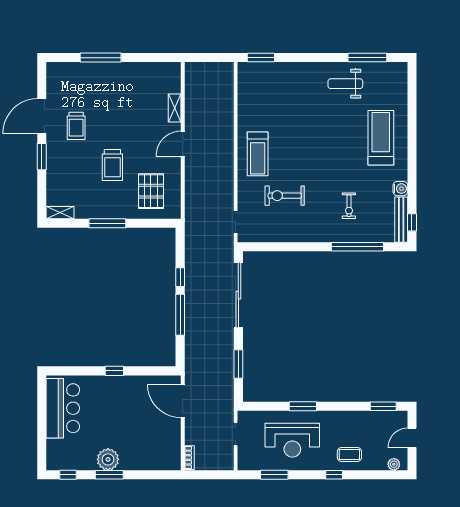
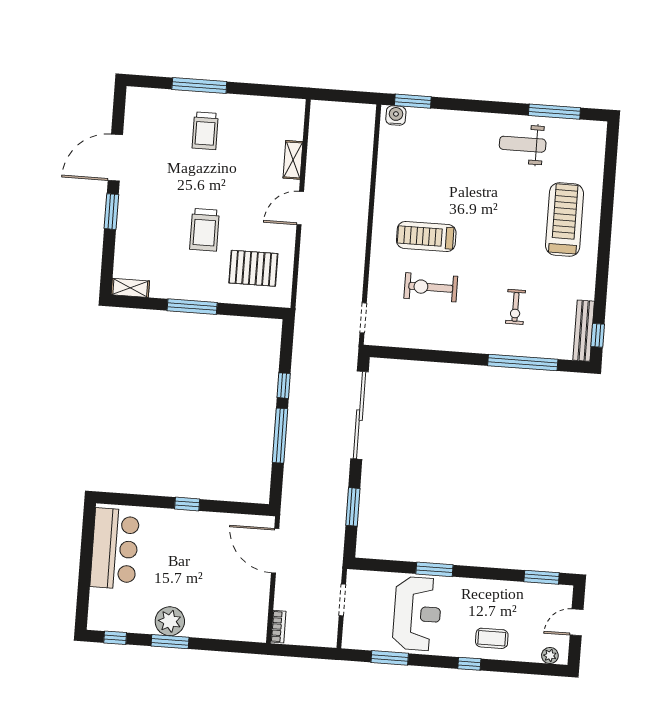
trolley: (76, 126) -> (205, 131), moved
treadmill: (258, 154) -> (426, 236), moved, turned 90
water cooler: (400, 189) -> (396, 115), moved, turned -90
pallet: (151, 191) -> (253, 268), turned 90
reception desk: (292, 440) -> (417, 614), turned -90

